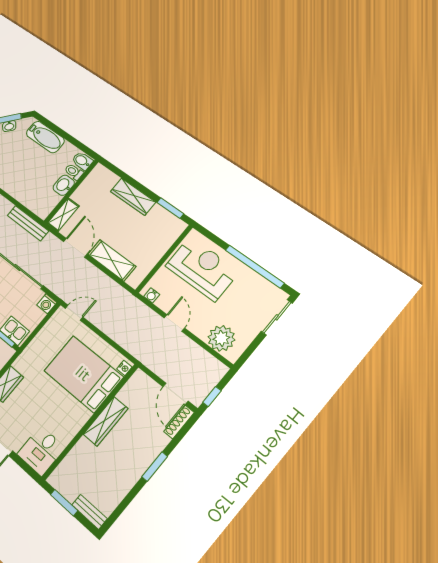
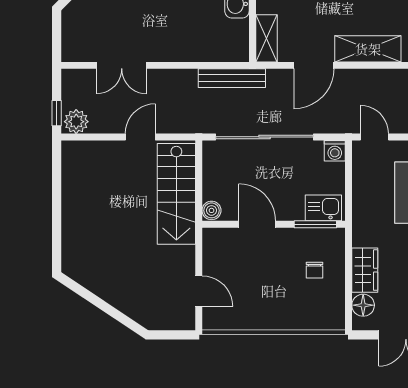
door: (75, 248) -> (314, 65), swing flipped
door: (74, 313) -> (374, 137), hinge flipped

